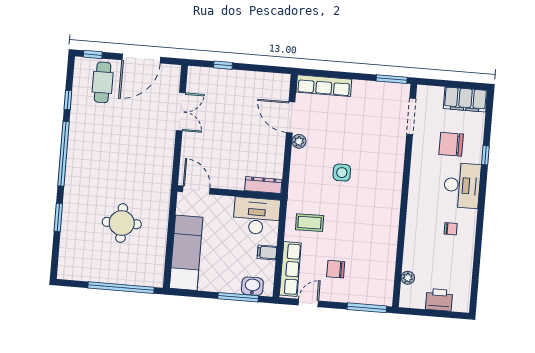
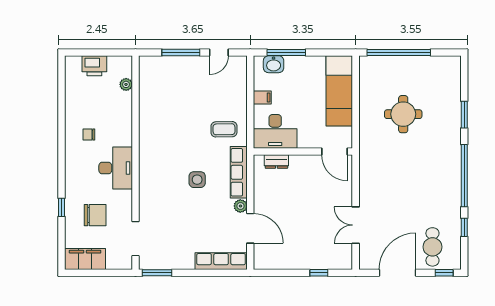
dresser: (263, 185) -> (276, 162), width x0.70
desk: (462, 185) -> (116, 168), moved, turned 180
row of seats: (290, 269) -> (239, 172), moved
chair: (336, 269) -> (195, 87), removed
window: (367, 308) -> (181, 53), moved

